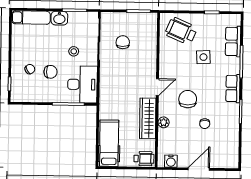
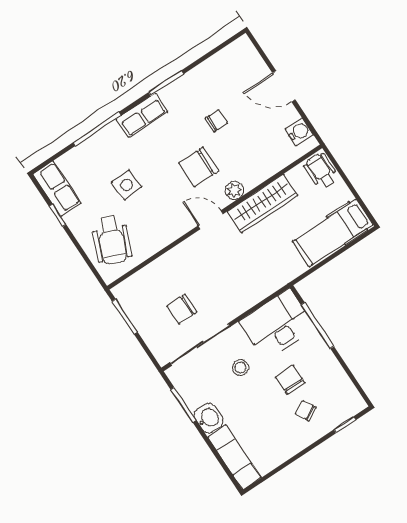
row of seats: (233, 41) -> (57, 189), moved, turned -90
plant: (164, 122) -> (235, 190), moved

